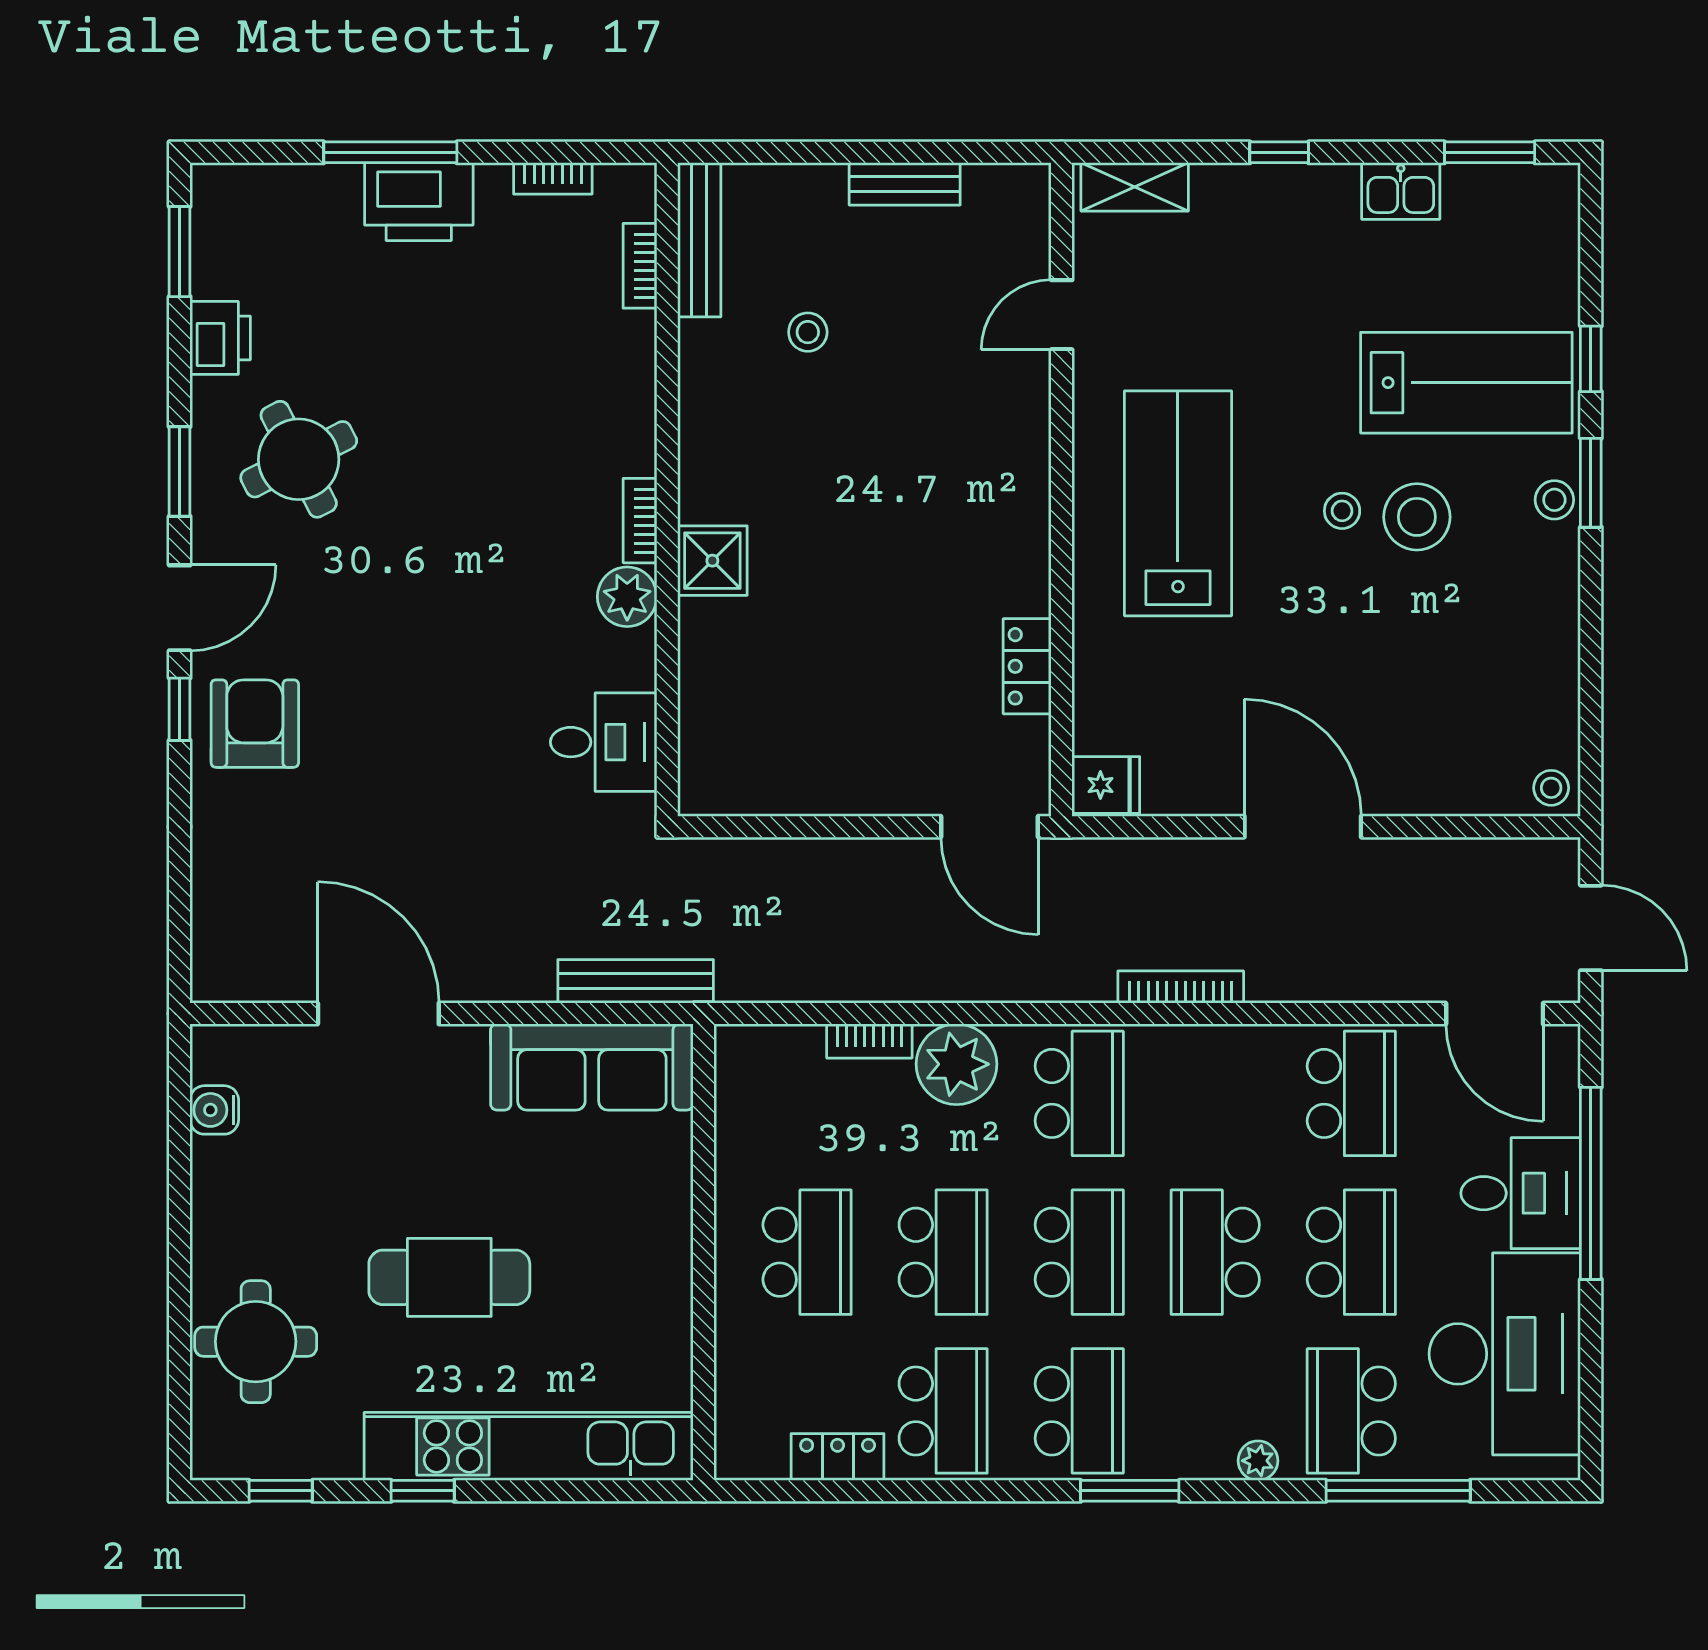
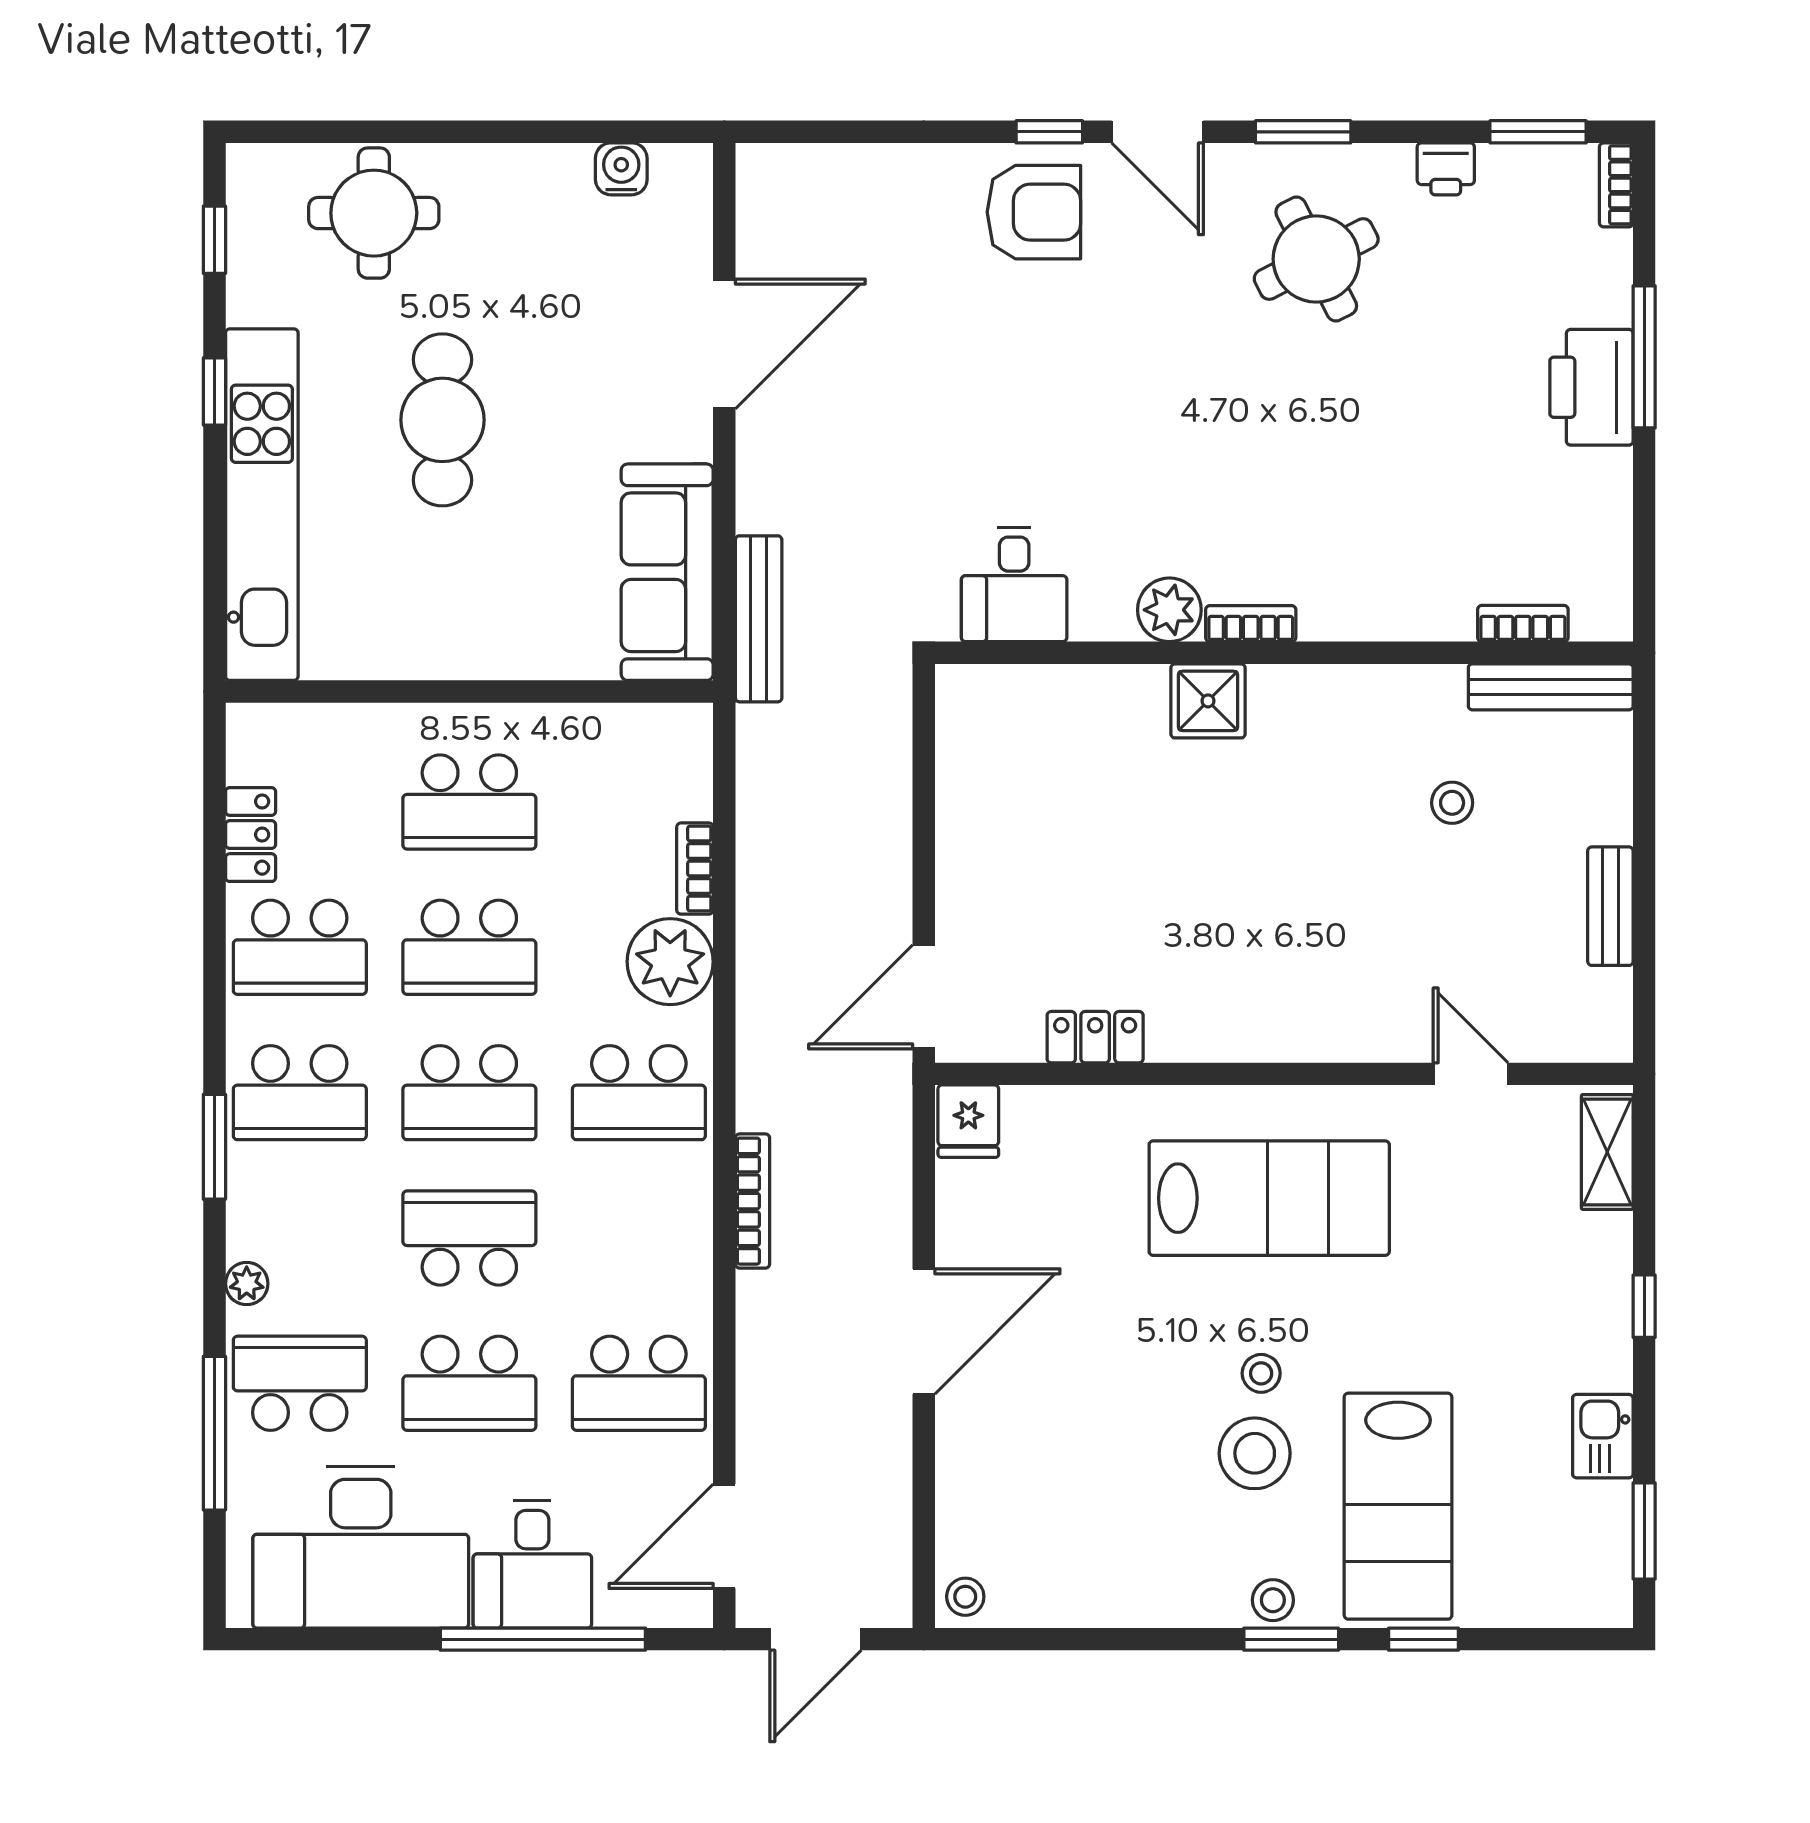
bookcase: (553, 178) -> (1616, 185), moved
printer: (220, 338) -> (1446, 169), width x0.73, depth x0.81

